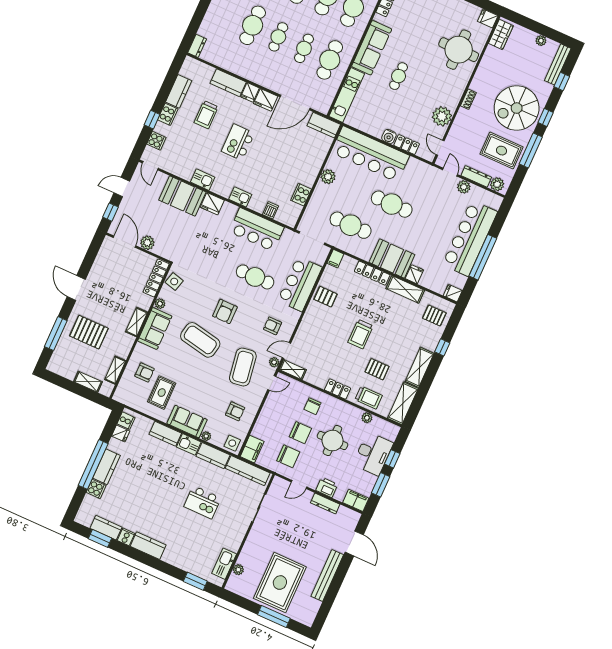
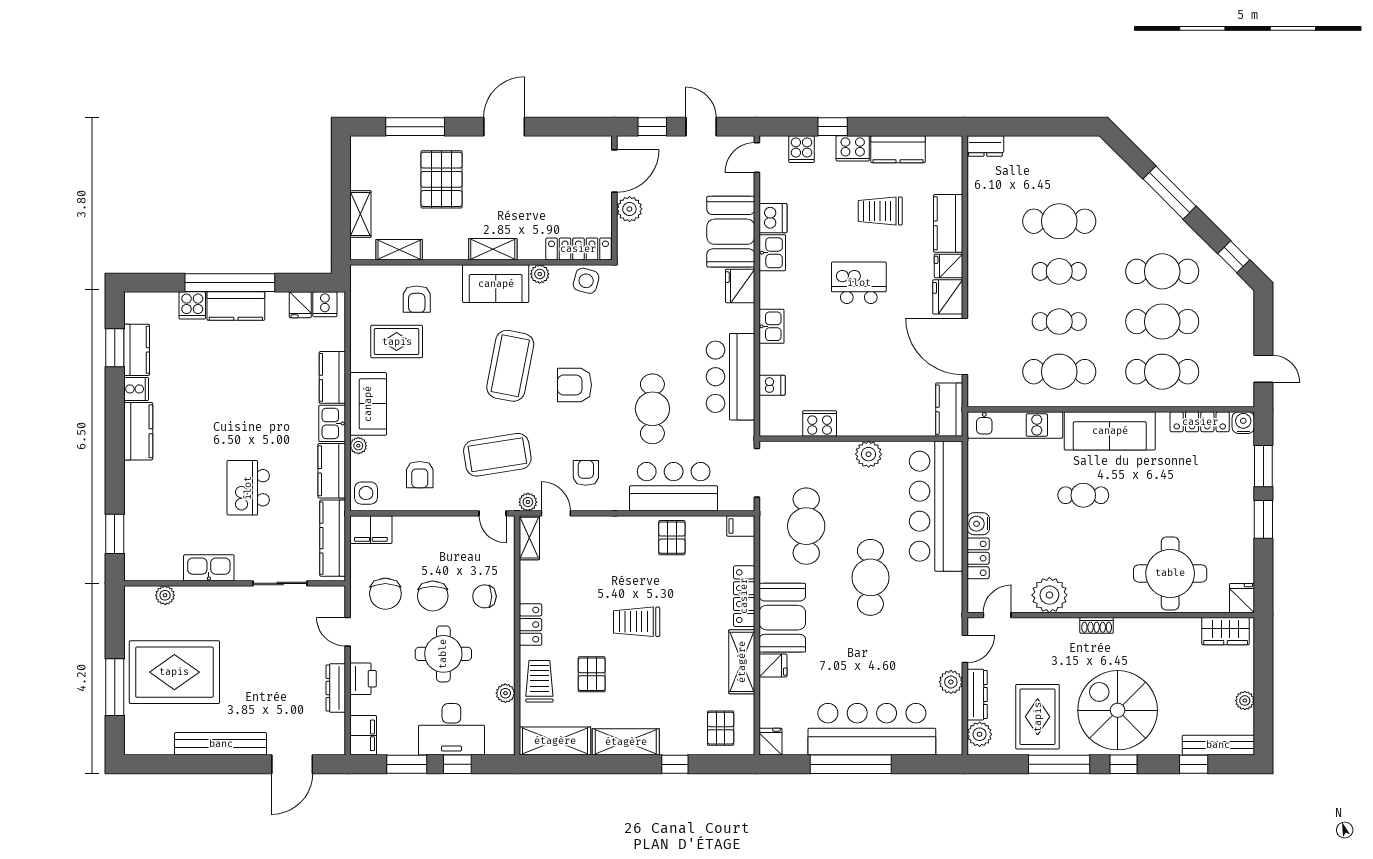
dishwasher: (185, 171) -> (773, 218), added
trolley: (369, 398) -> (539, 681), turned 180
kitchen sink: (224, 564) -> (209, 568), moved

